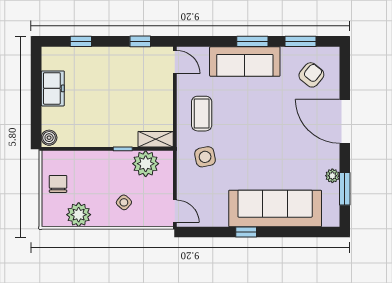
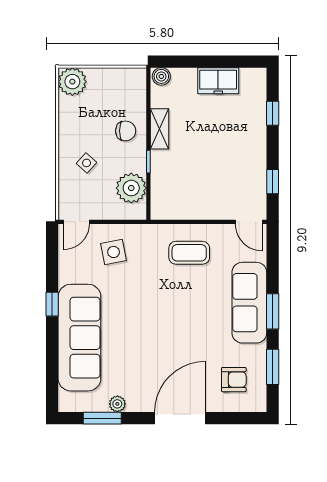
door: (175, 62) -> (249, 222), hinge flipped
armchair: (311, 75) -> (234, 380), turned -39
shelving: (156, 139) -> (160, 129), moved
side table: (205, 157) -> (114, 252), moved
chair: (58, 184) -> (126, 131), moved
plant: (79, 215) -> (72, 82), moved

